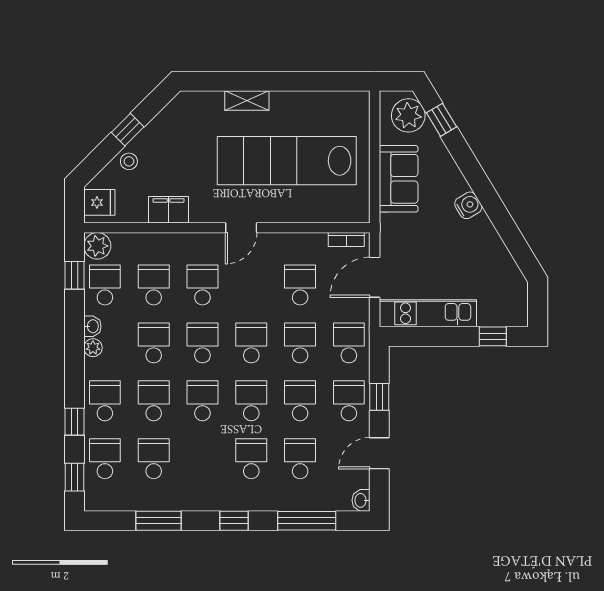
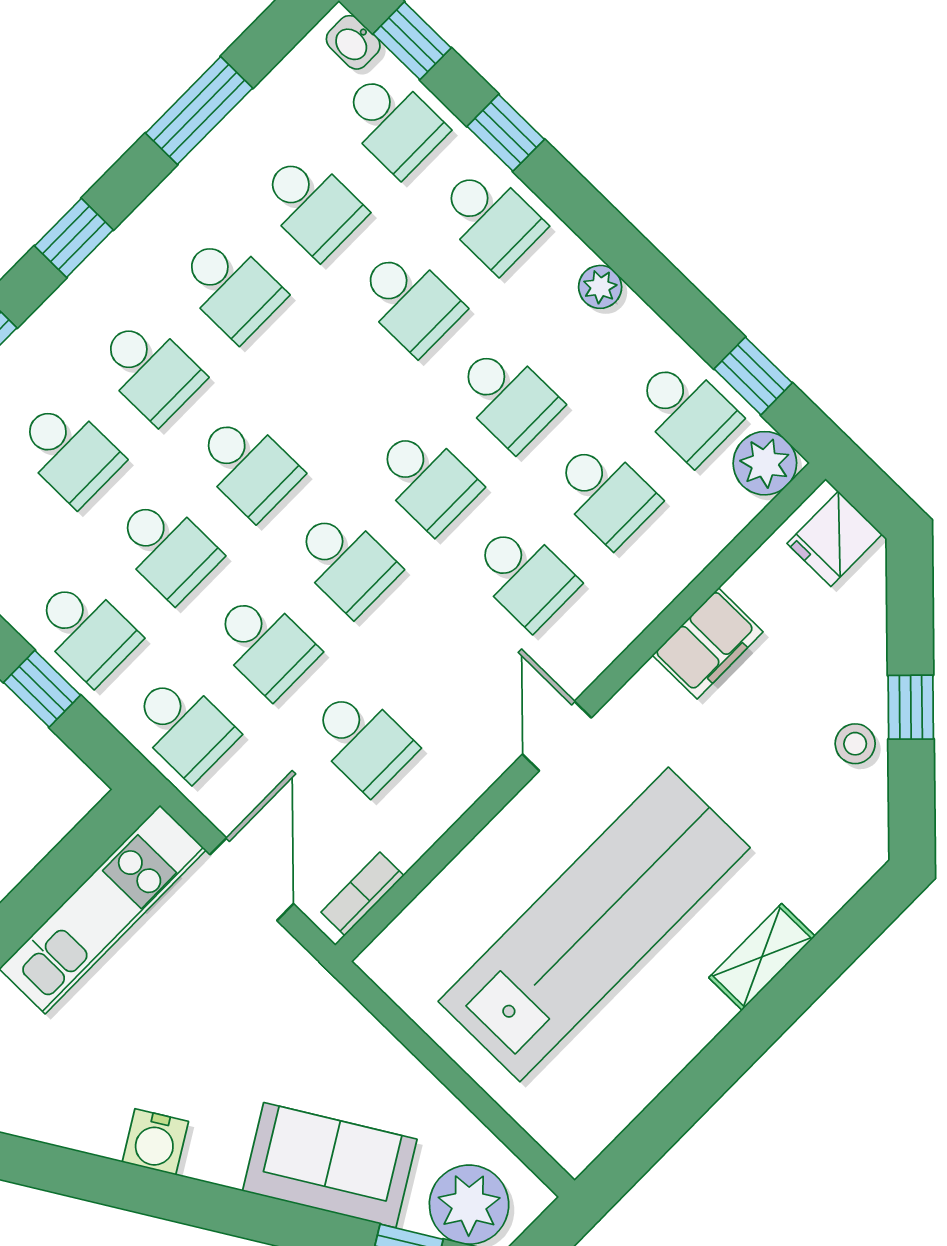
stool: (129, 161) -> (855, 744), moved
sofa: (399, 179) -> (330, 1165), moved, turned 149
water cooler: (468, 205) -> (155, 1142), moved
washbasin: (92, 326) -> (353, 42), moved
school desk: (202, 401) -> (231, 288), moved

